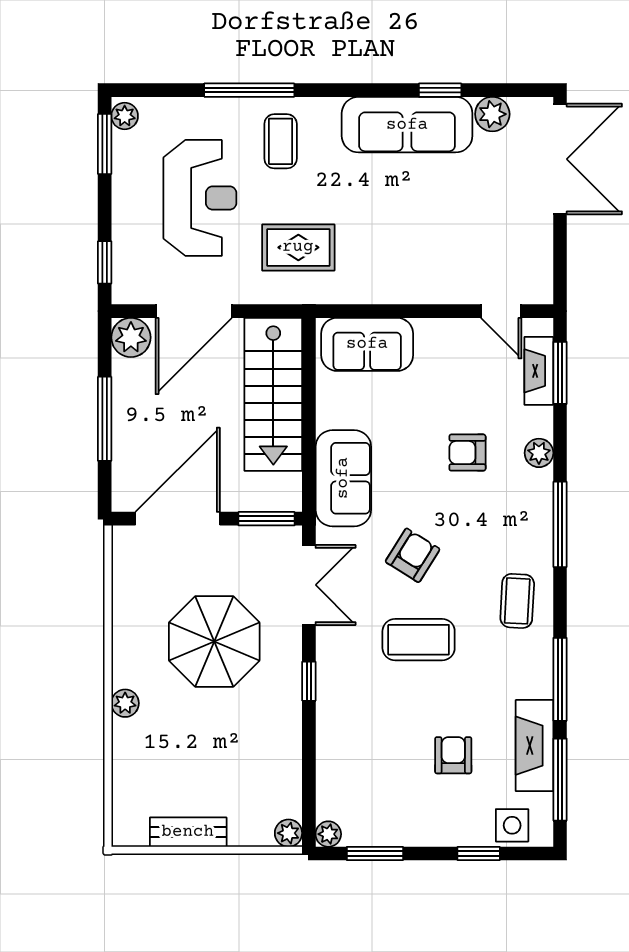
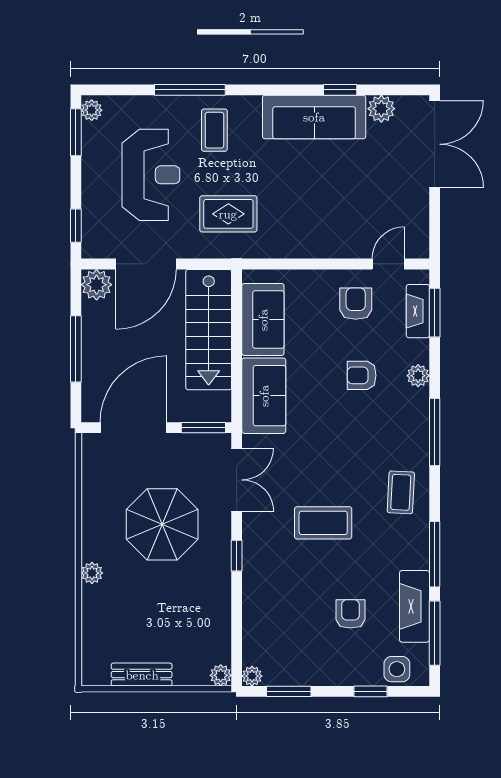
door: (501, 311) -> (388, 264), swing flipped
sofa: (367, 344) -> (263, 320), moved, turned -90
armchair: (413, 555) -> (356, 304), moved, turned -32

